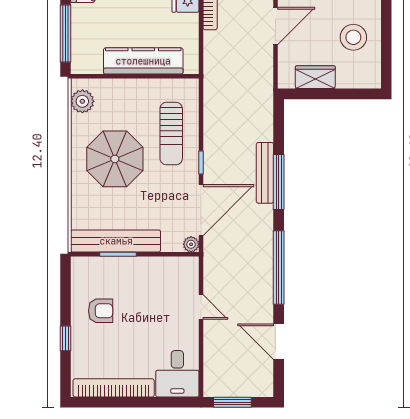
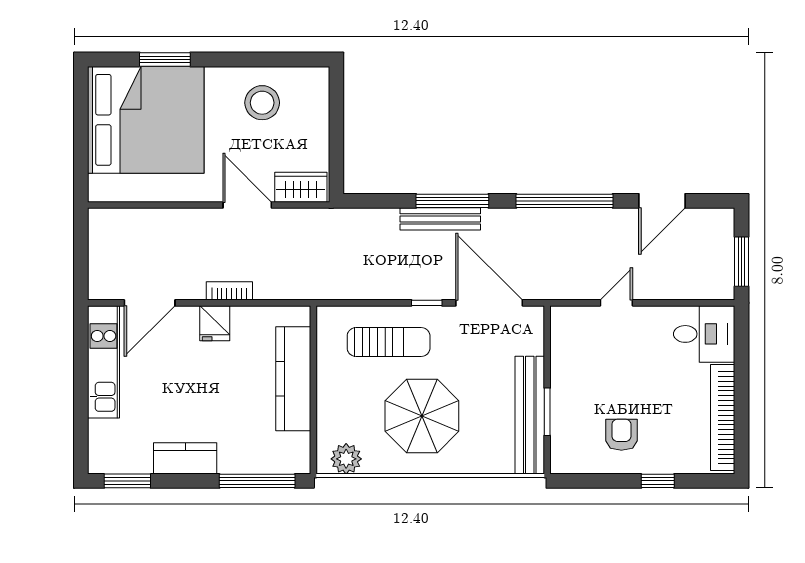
wardrobe: (315, 77) -> (301, 187), moved, turned 90
plant: (191, 244) -> (534, 316), removed

